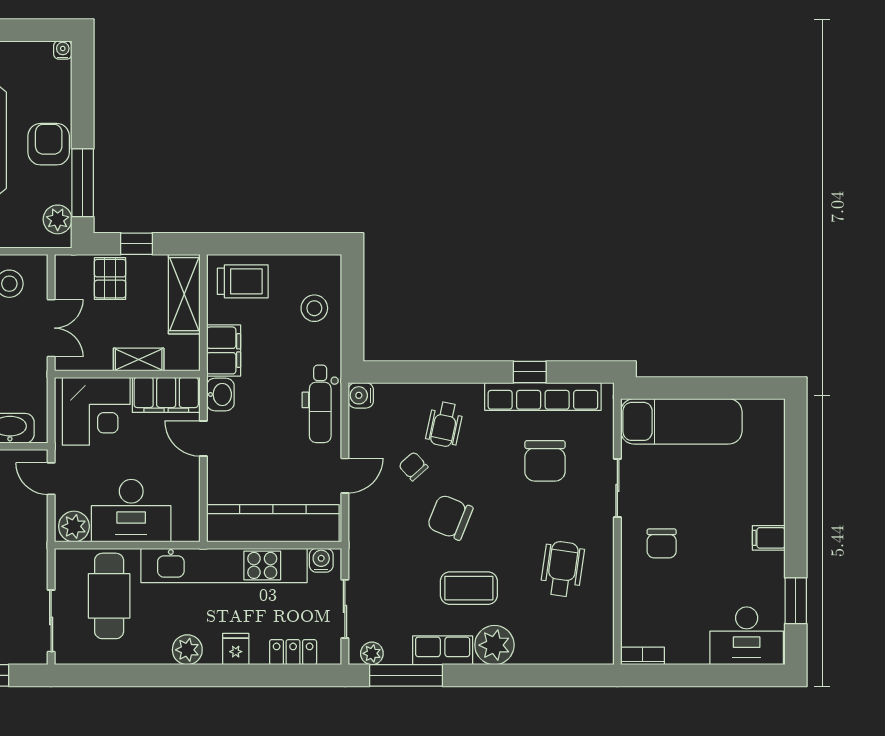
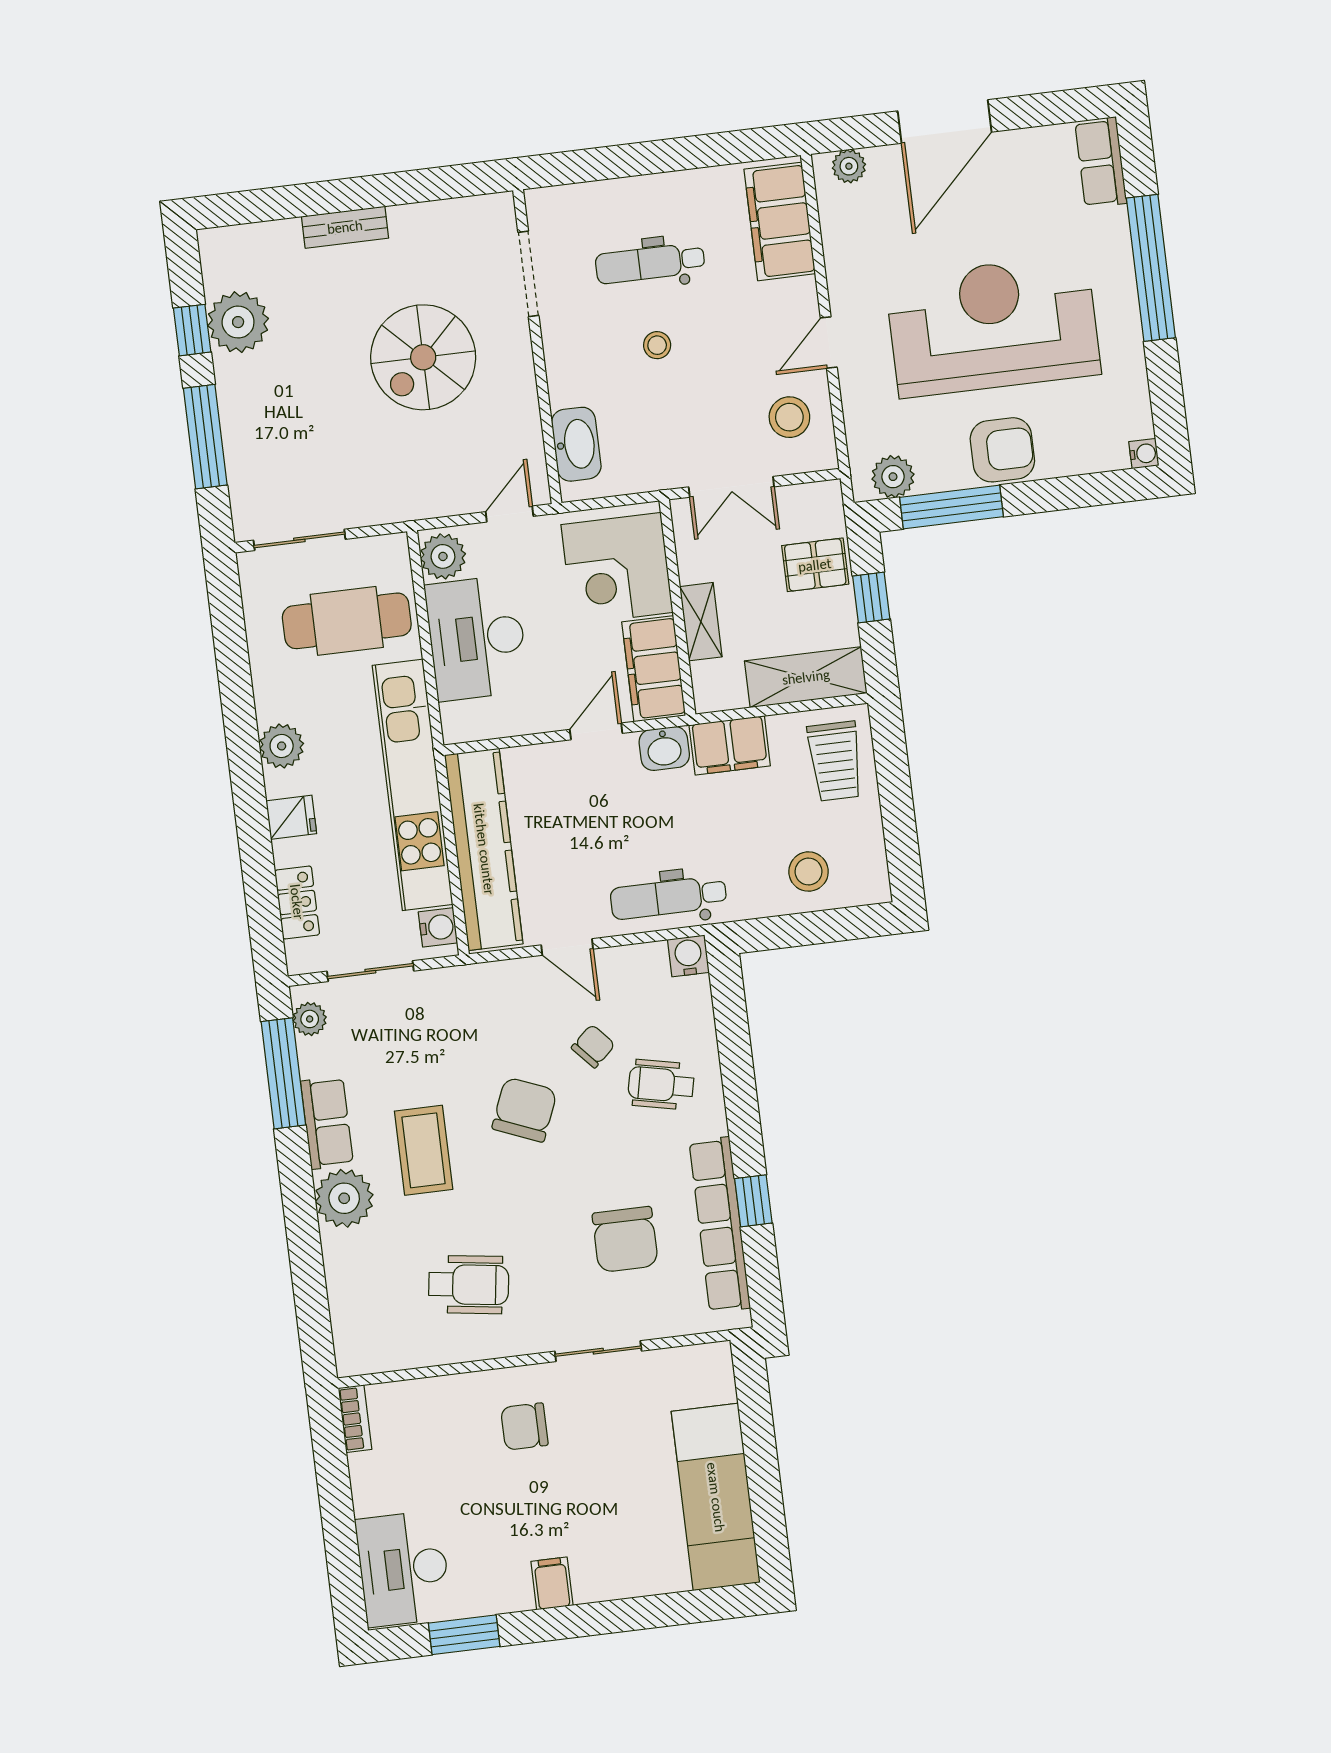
exam couch: (681, 421) -> (716, 1497), moved
chair: (545, 461) -> (625, 1239), turned -90

